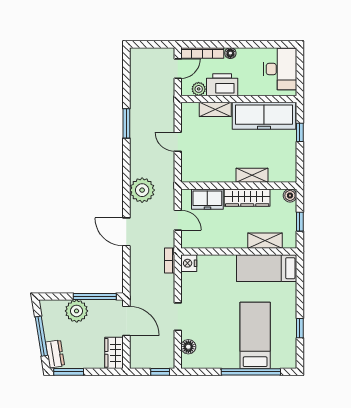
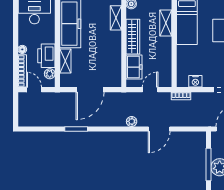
door: (178, 142) -> (90, 90), width x1.87
shelving: (252, 175) -> (116, 18), moved
plant: (142, 190) -> (132, 121), width x0.53, depth x0.53
nightstand: (189, 263) -> (195, 81), moved
window: (95, 296) -> (209, 164), moved

